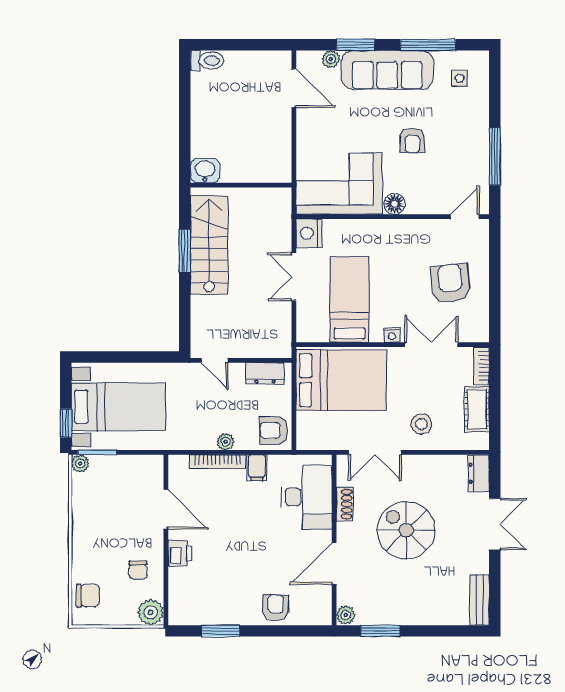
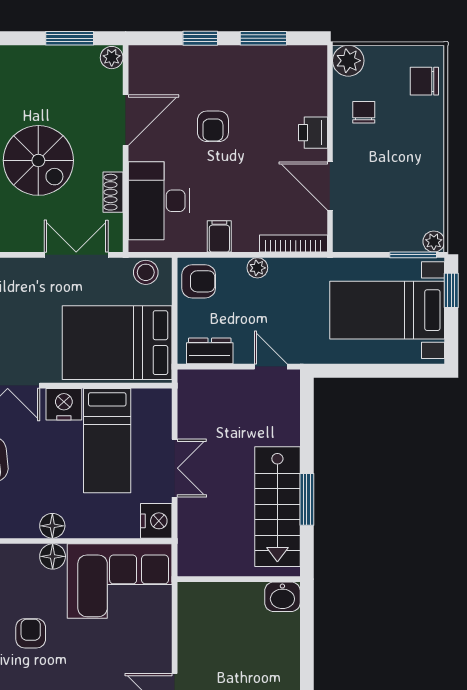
floor lamp: (395, 229) -> (52, 526), added
nightstand: (392, 335) -> (64, 404), width x1.89, depth x1.79
stool: (421, 424) -> (146, 272), moved
bookcase: (217, 462) -> (293, 244), moved
armchair: (276, 608) -> (213, 126), moved
window: (273, 631) -> (200, 38), added

